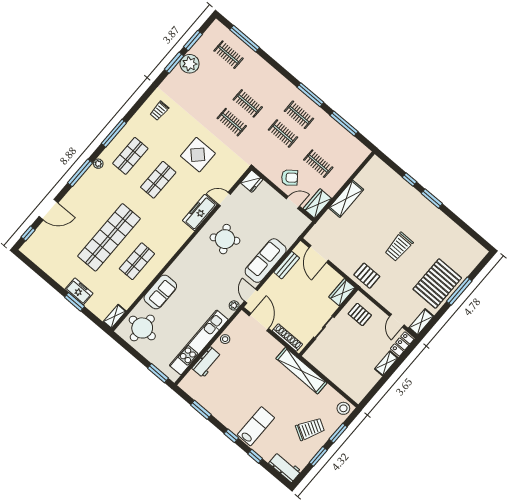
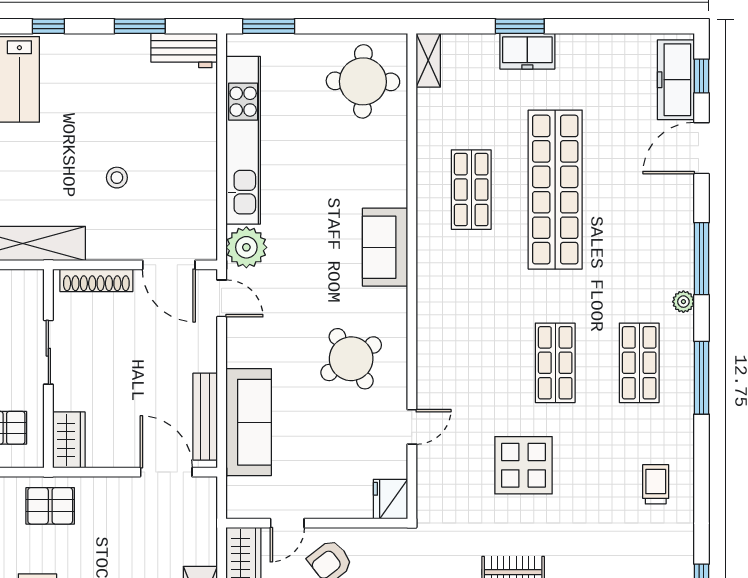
freezer: (200, 213) -> (676, 80), moved, turned 180
sofa: (266, 261) -> (249, 422), moved
bench: (287, 265) -> (205, 417), width x1.36
sofa: (160, 292) -> (385, 247), moved
plant: (234, 305) -> (246, 247), width x1.88, depth x1.88
stool: (225, 339) -> (117, 178), moved
workbench: (207, 362) -> (184, 51), moved, turned -90

